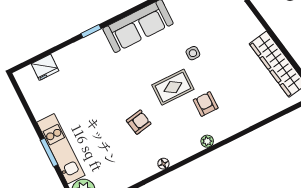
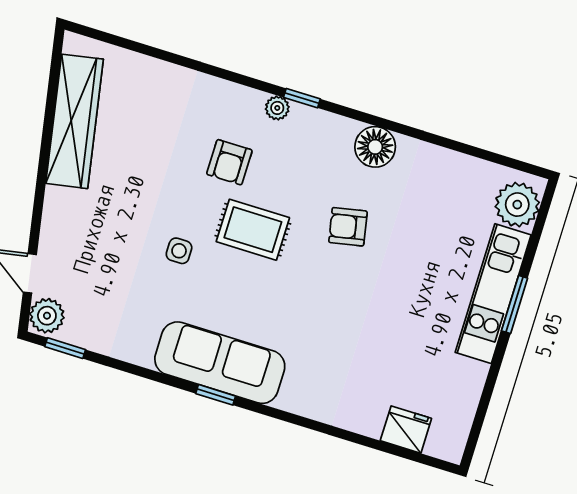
window: (91, 31) -> (216, 395), moved
window: (201, 154) -> (302, 98), added
floor lamp: (163, 164) -> (375, 147), width x1.89, depth x1.89

